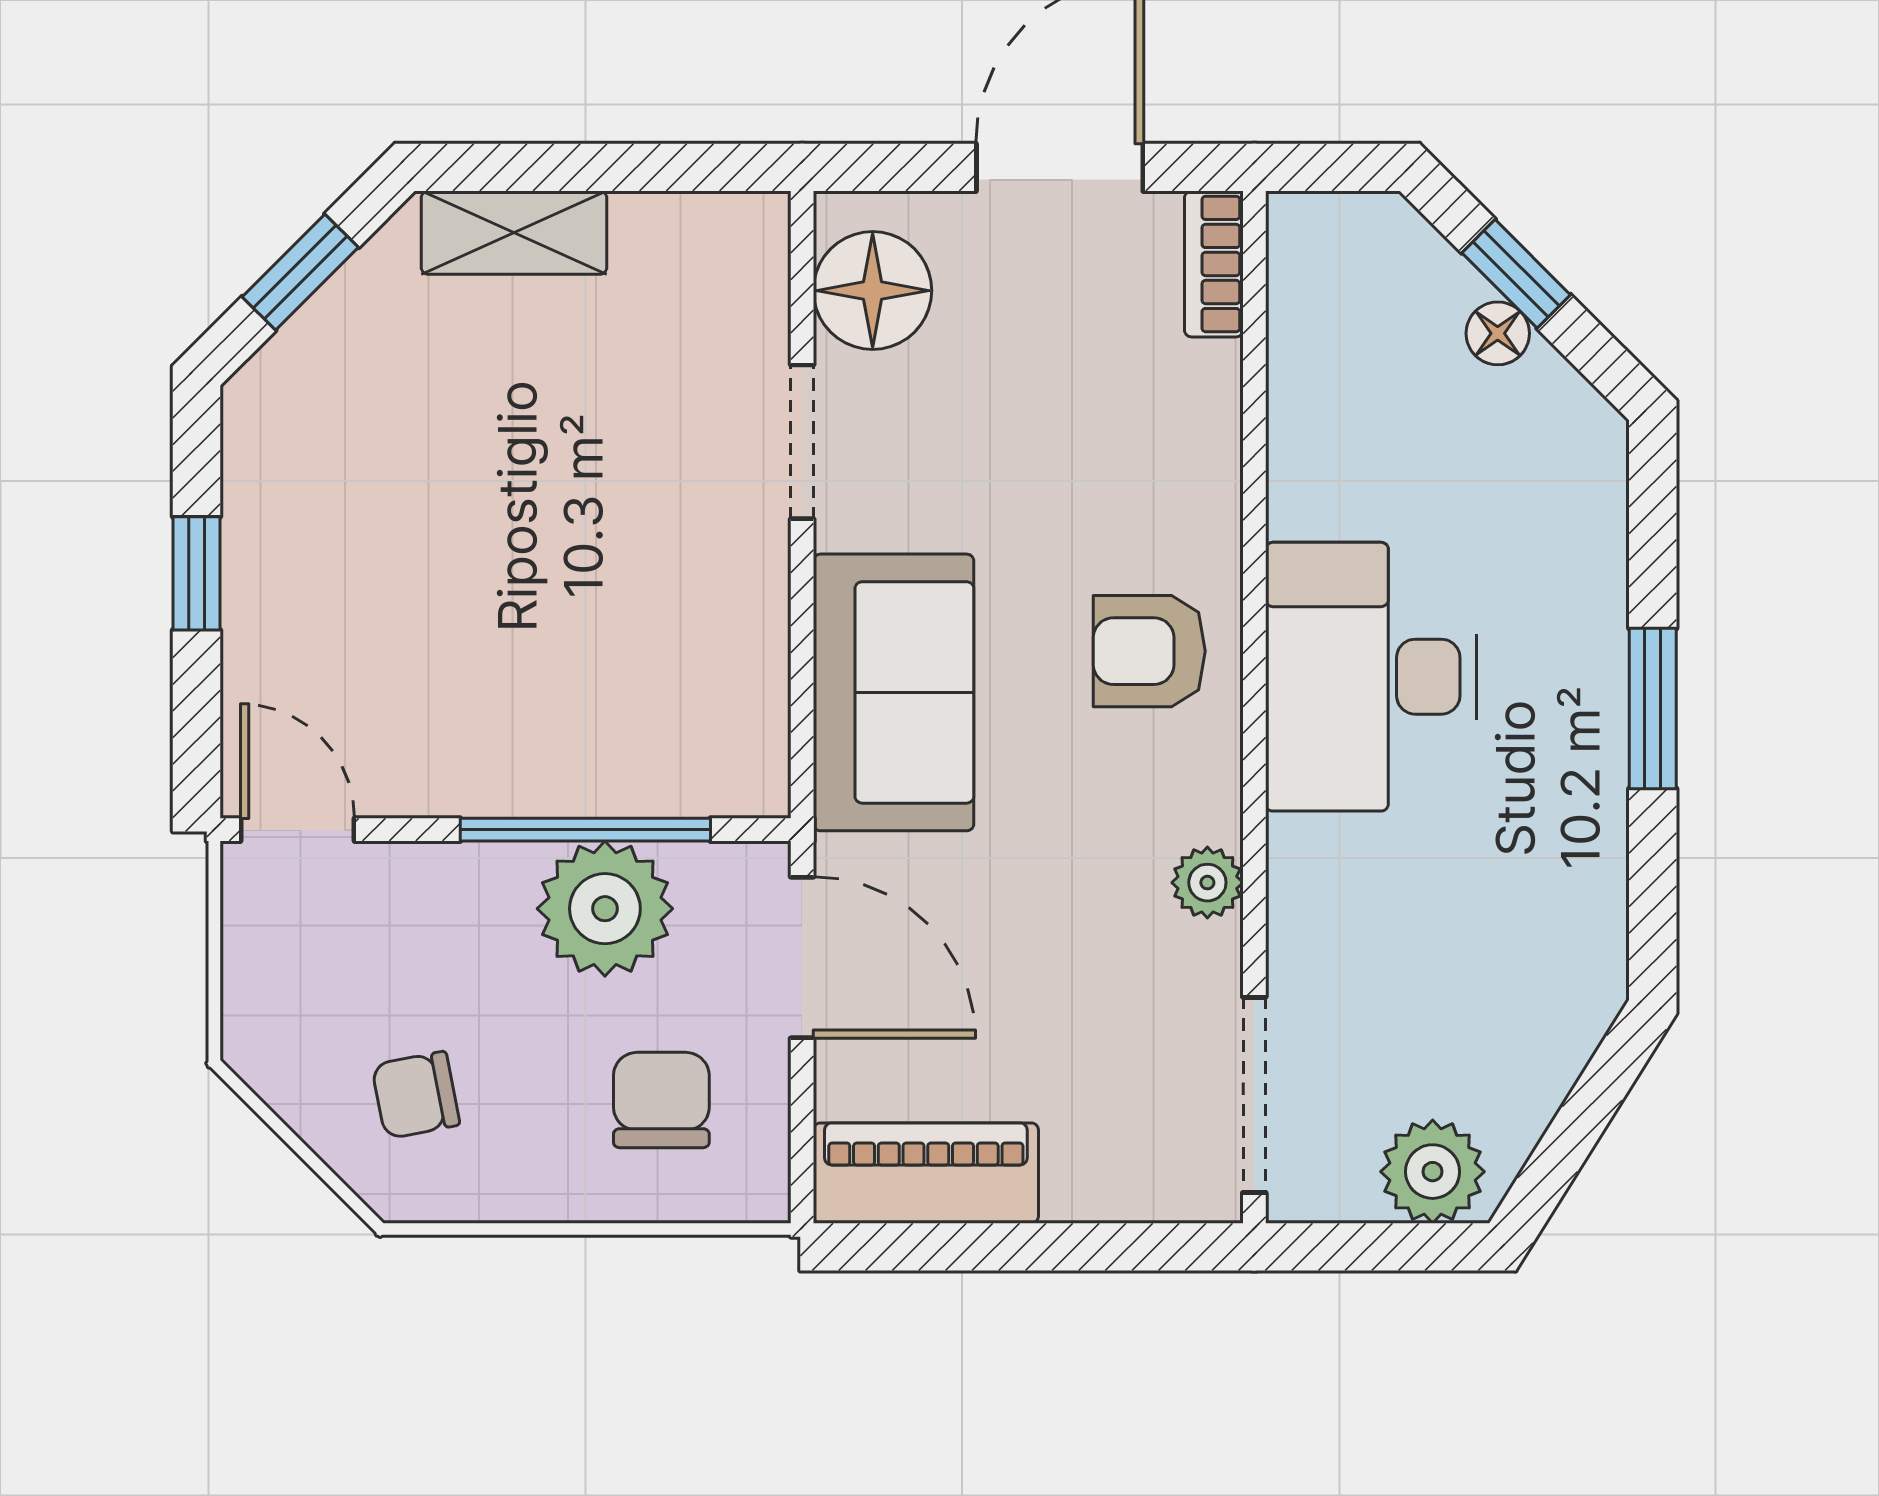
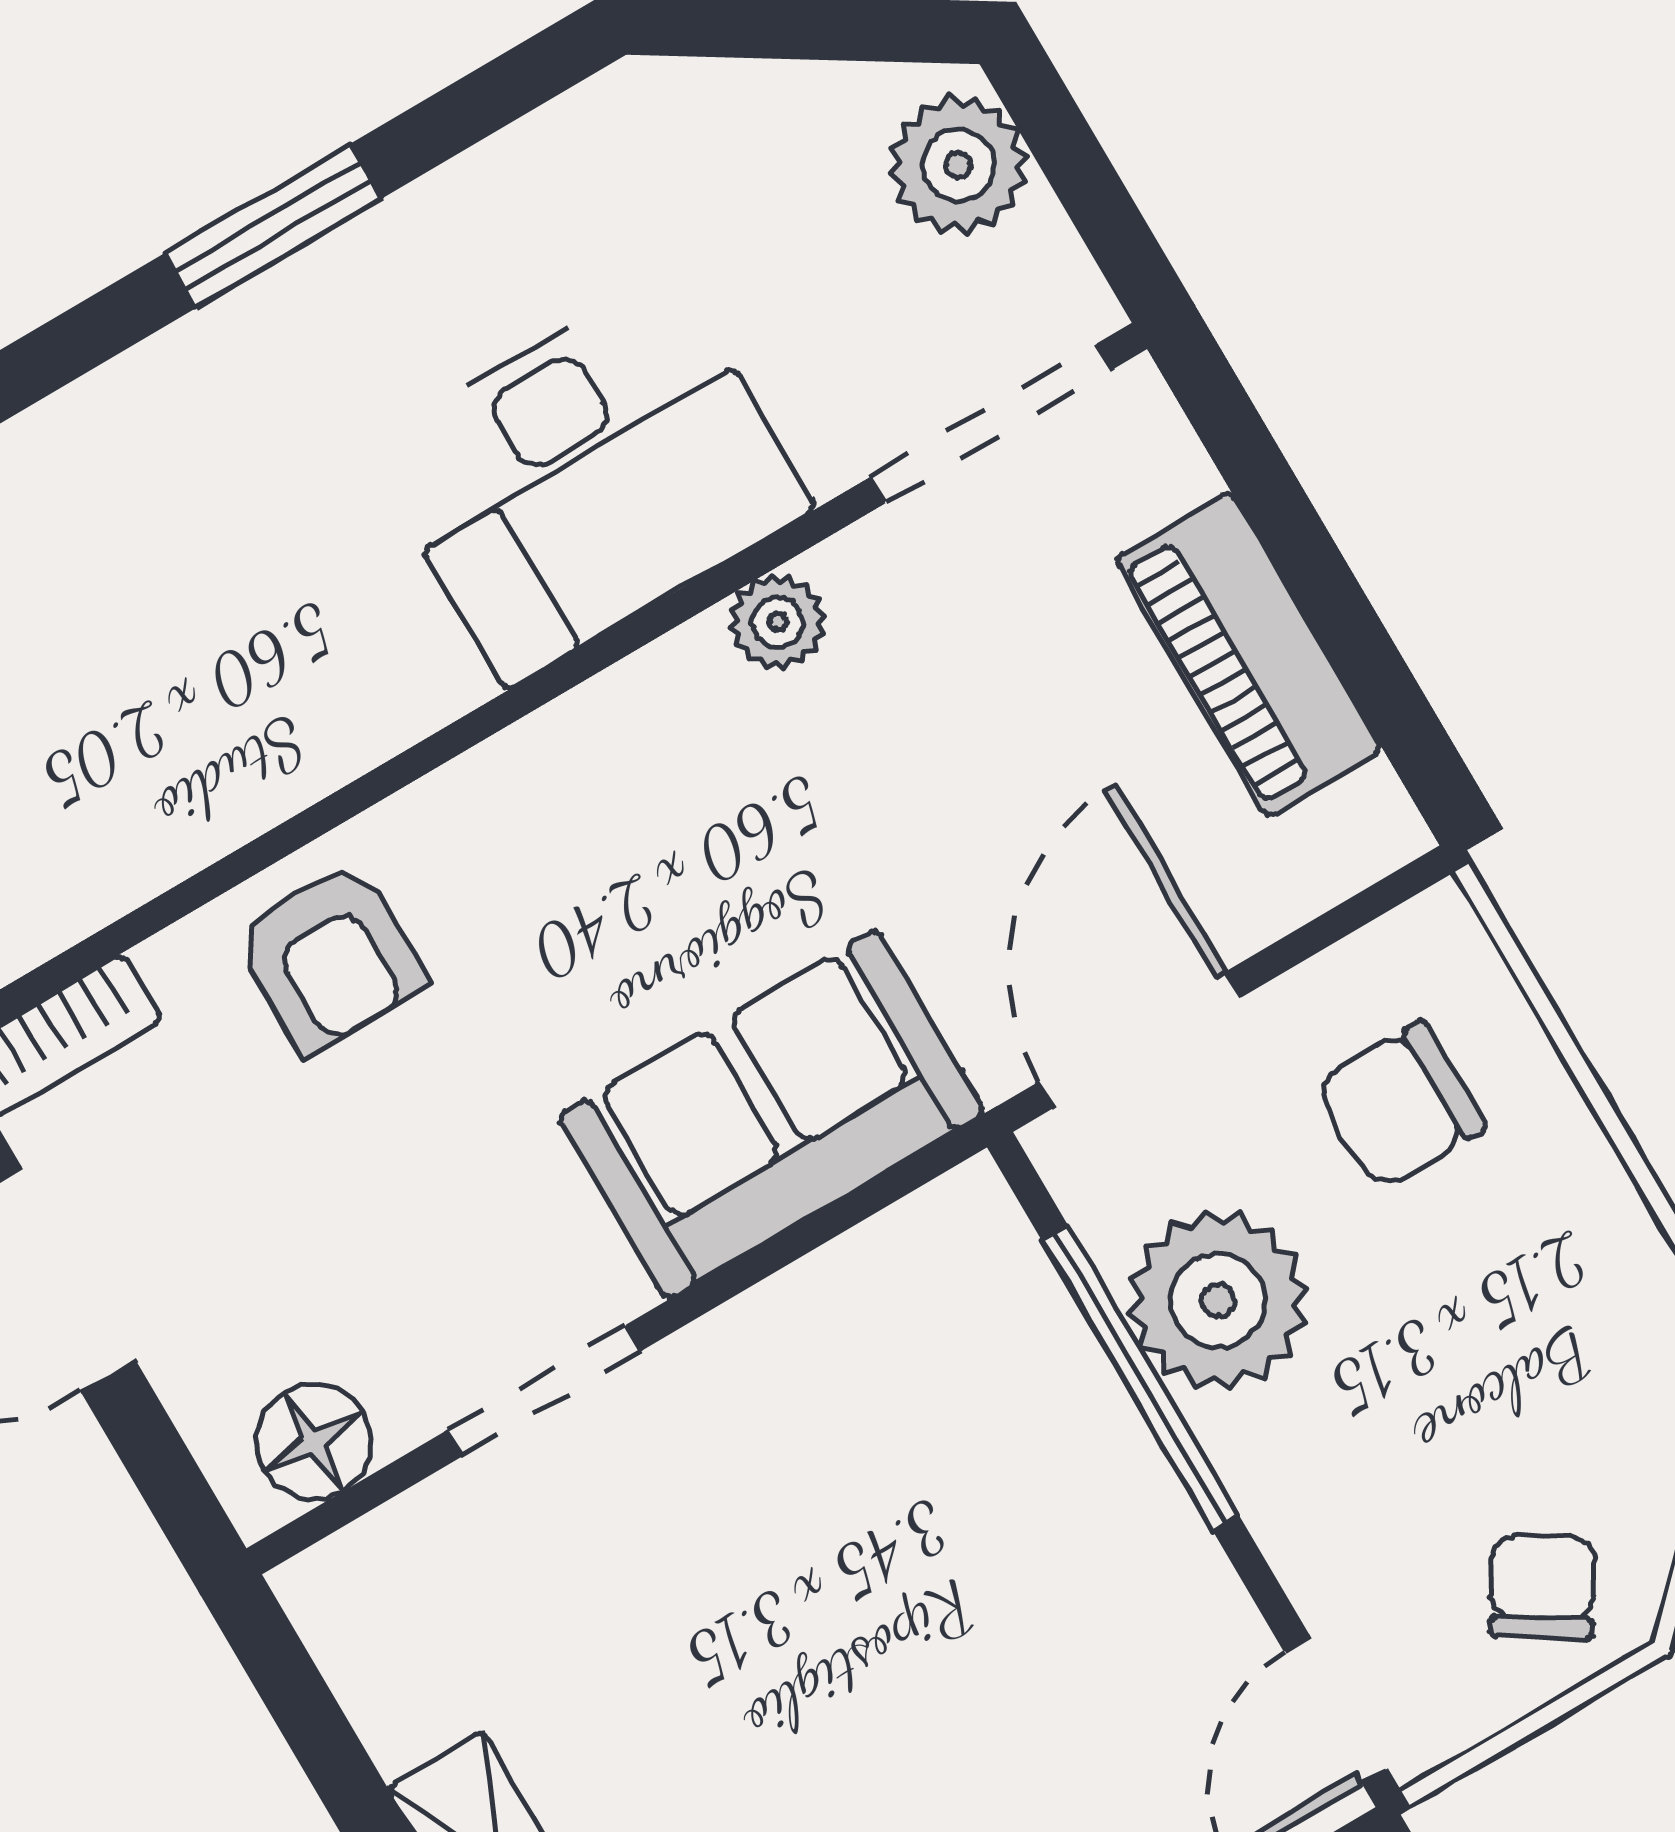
floor lamp: (873, 291) -> (314, 1442), width x0.73, depth x0.73
armchair: (1149, 651) -> (330, 957), moved
desk: (1371, 677) -> (589, 478), moved
chair: (416, 1095) -> (1543, 1587), moved, turned -137
piano: (926, 1173) -> (1249, 654), moved

